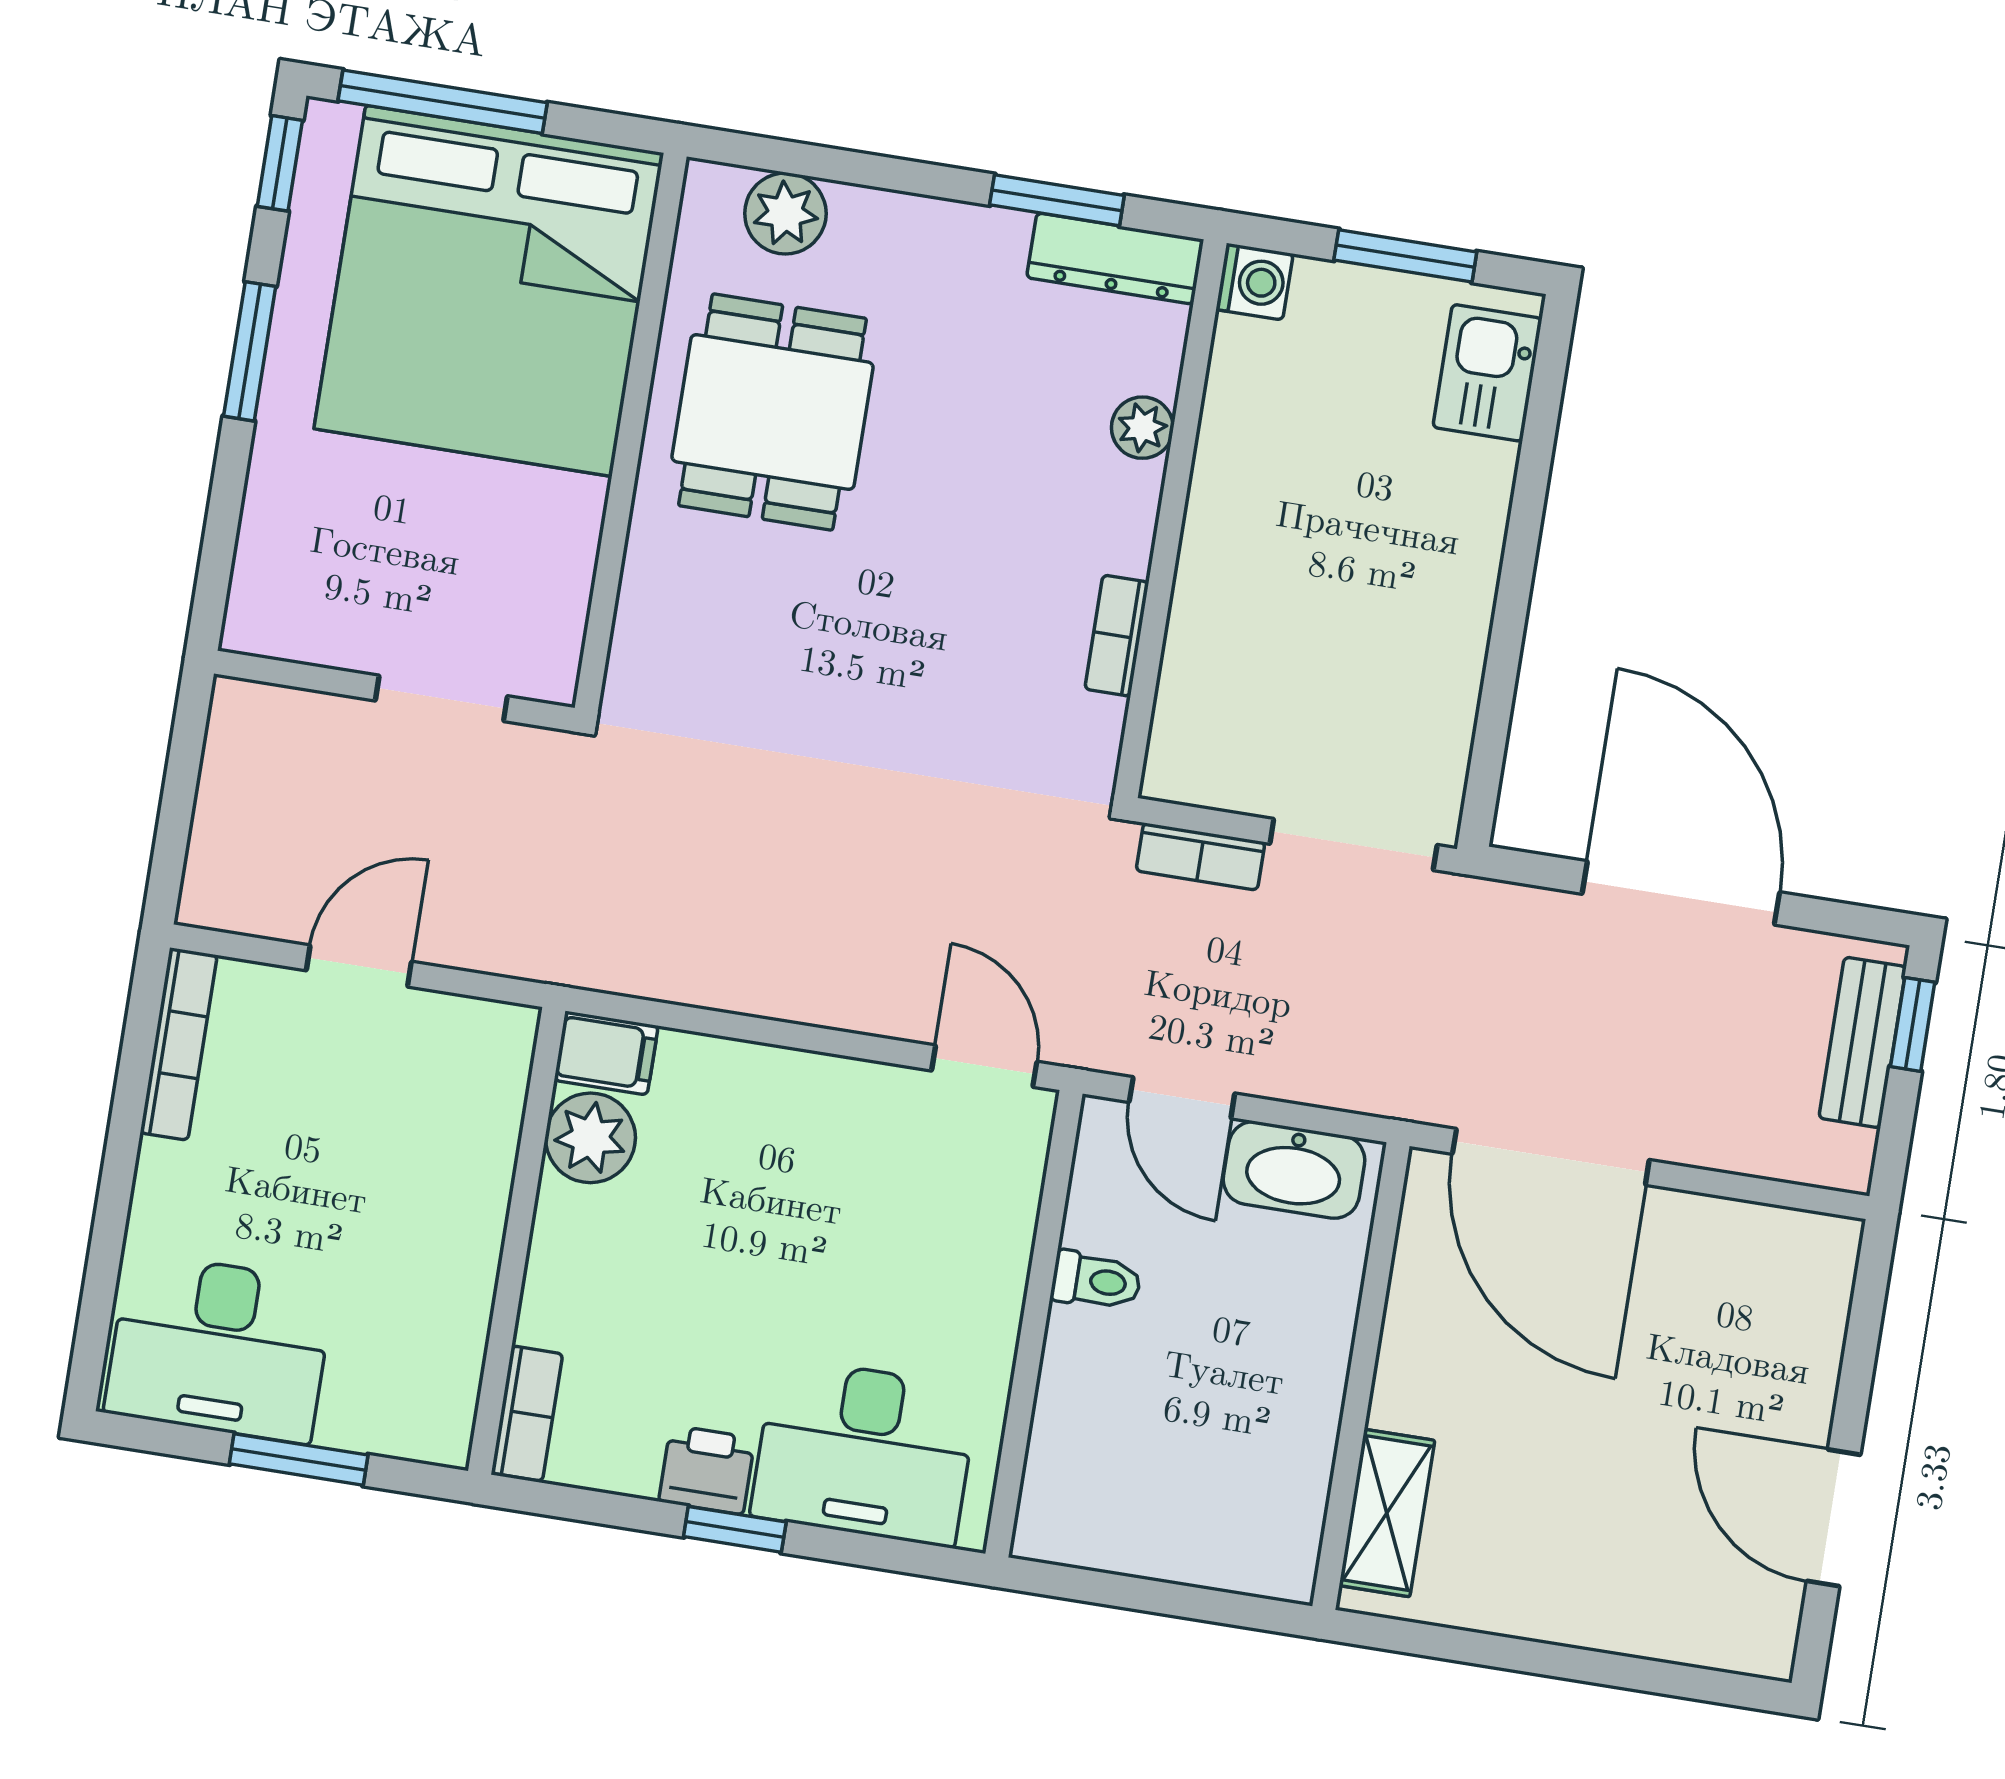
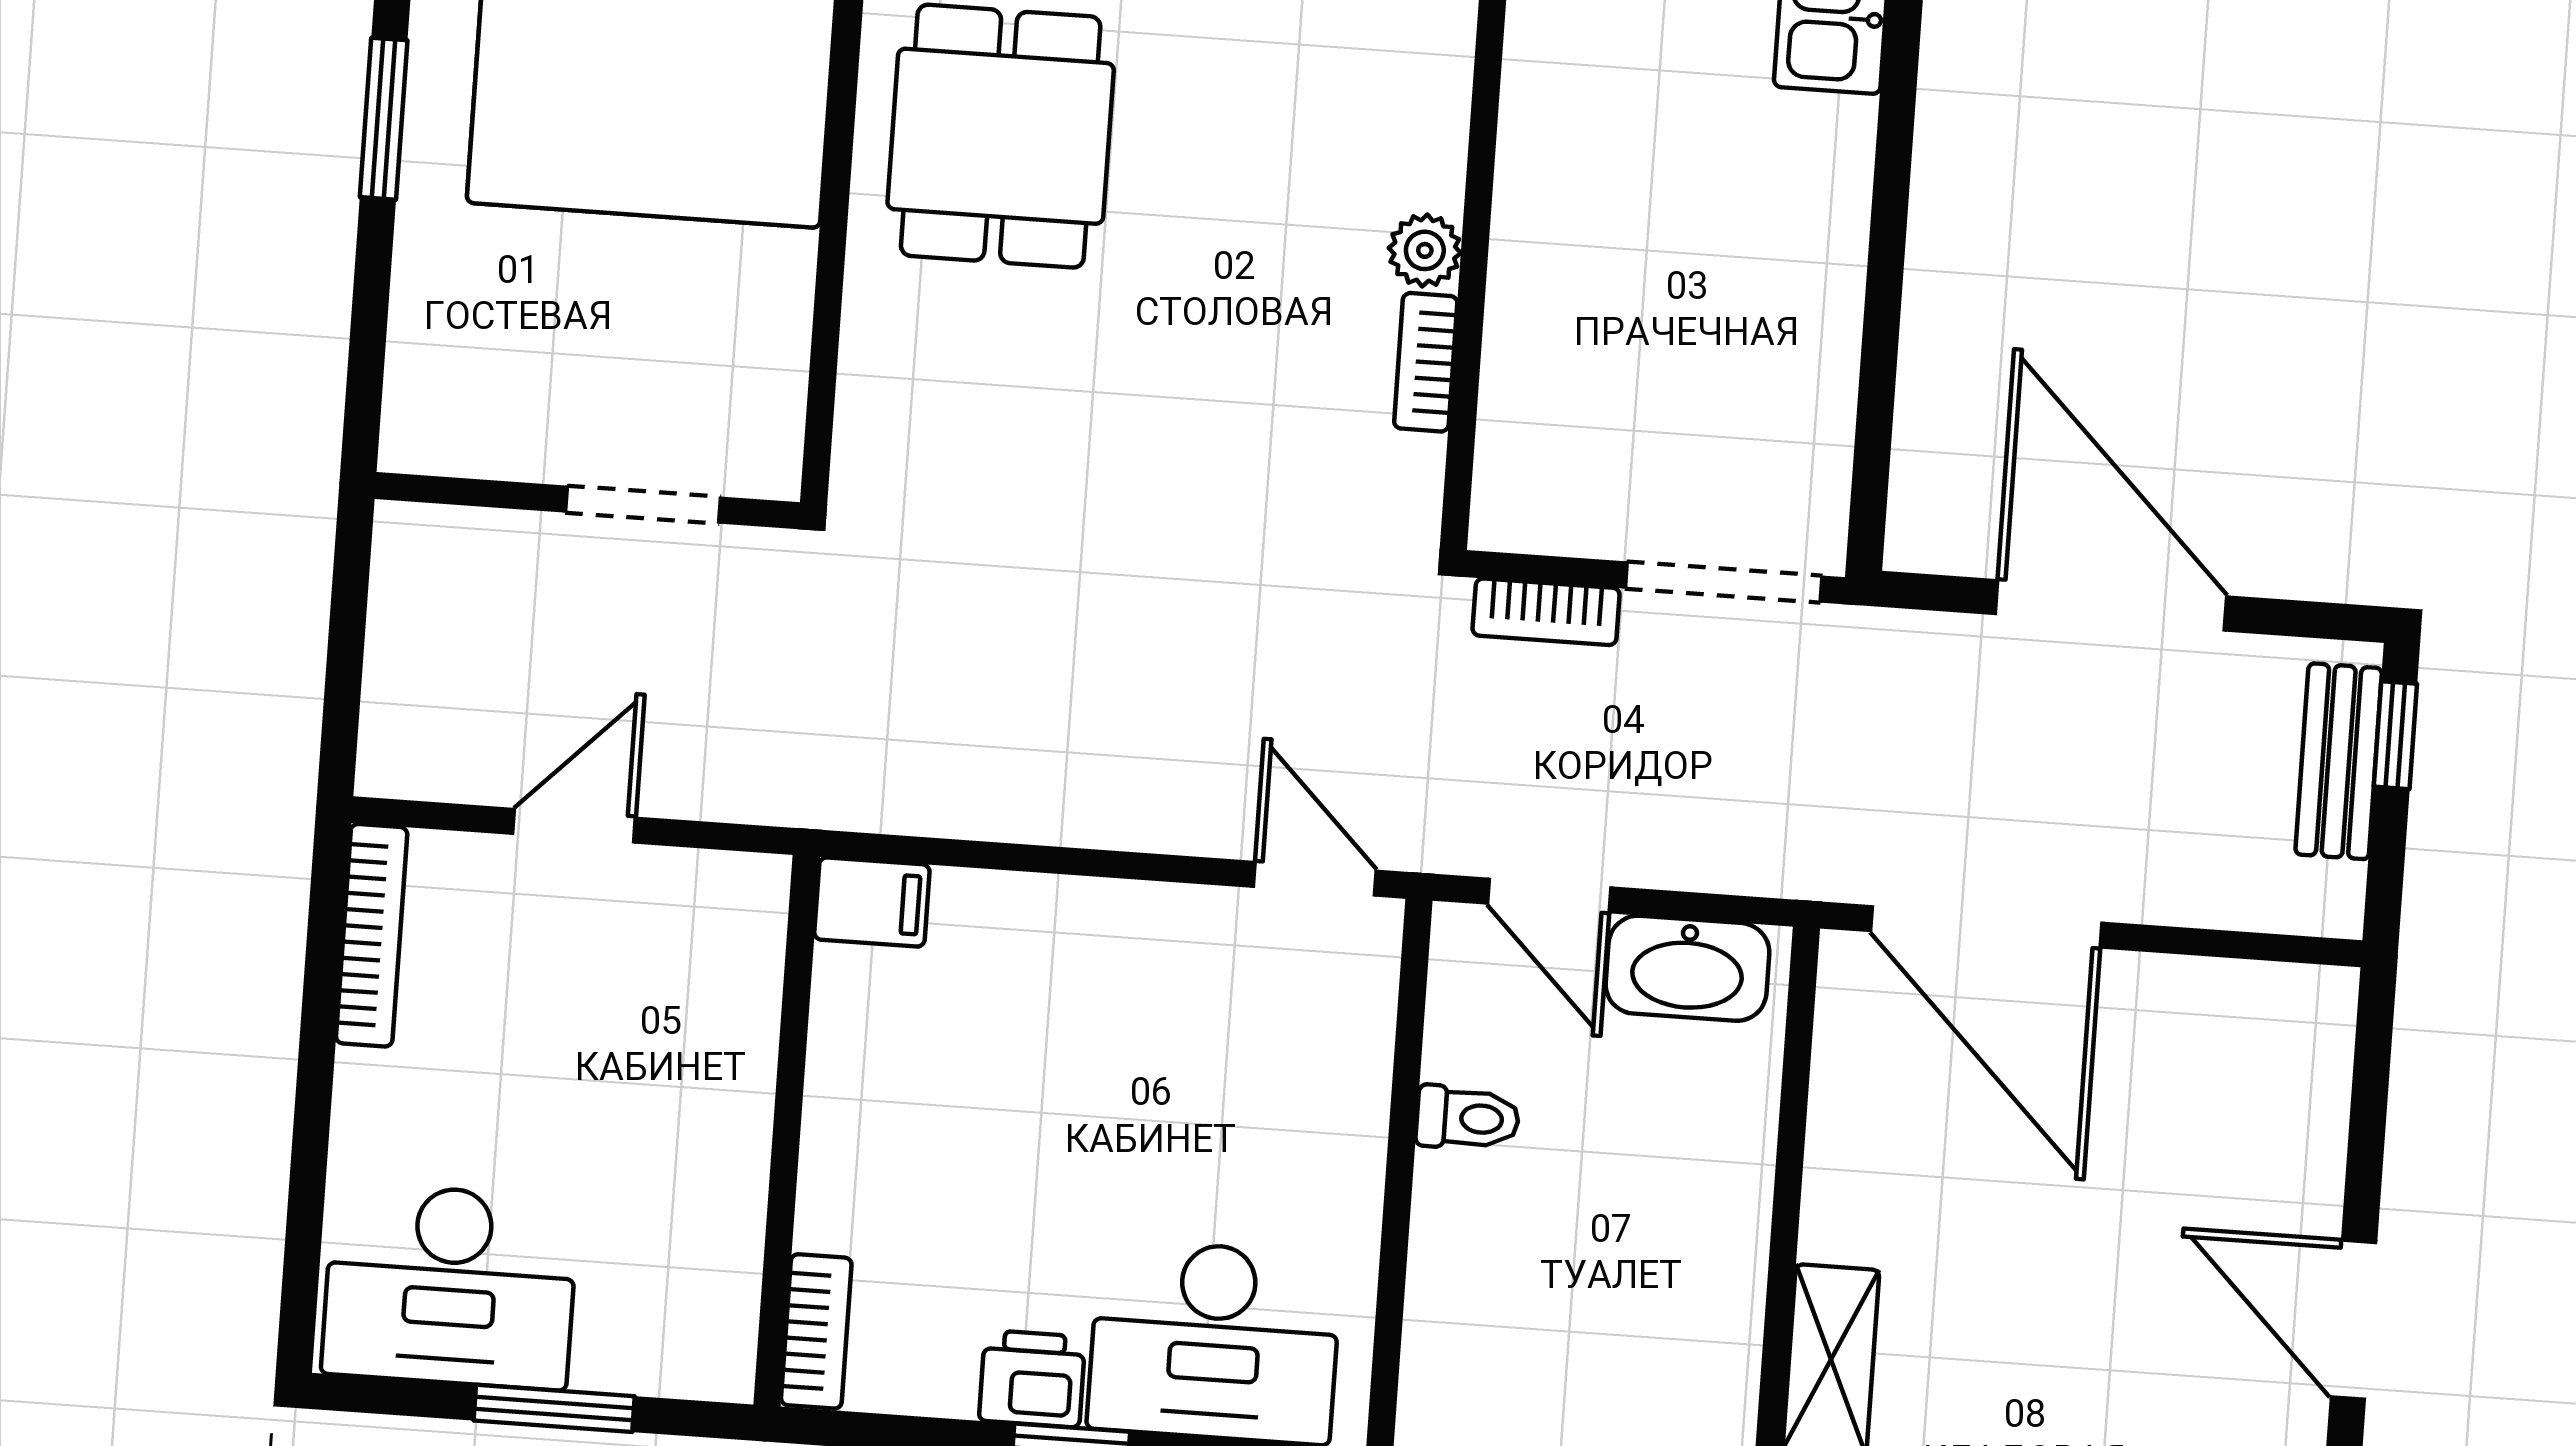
plant: (1142, 428) -> (1425, 250), moved
plant: (590, 1138) -> (862, 1003), removed

